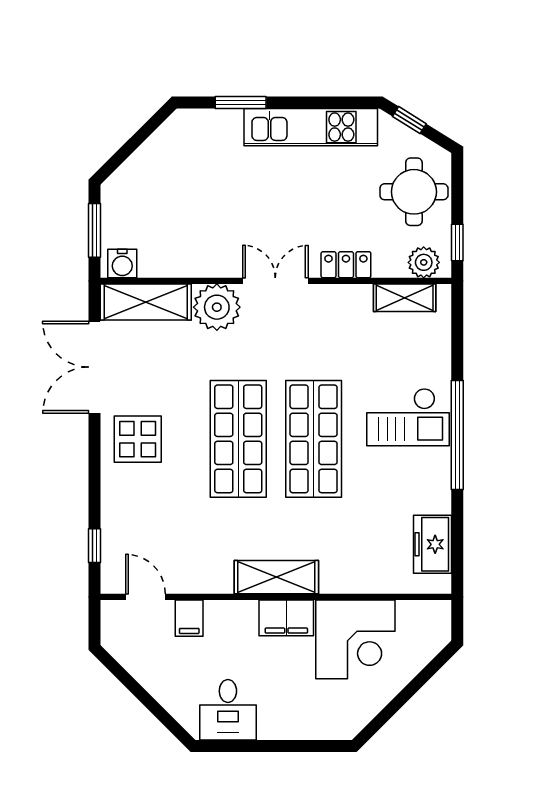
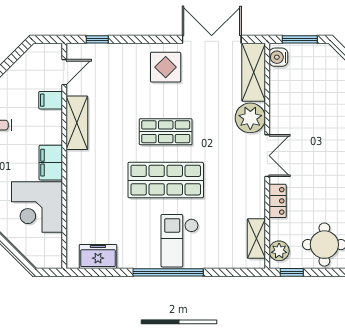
shop shelf: (238, 439) -> (166, 132), width x0.70, depth x0.74
shelving: (276, 577) -> (77, 123), moved

